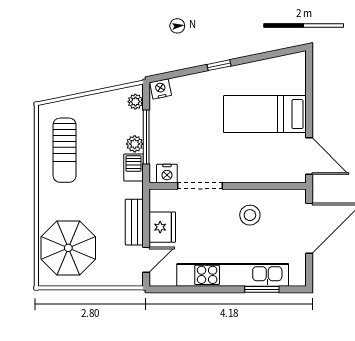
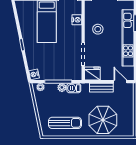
nightstand: (167, 174) -> (77, 20), moved
fridge: (162, 227) -> (92, 74), moved
parasol: (68, 248) -> (103, 120), moved

